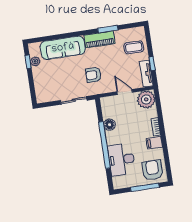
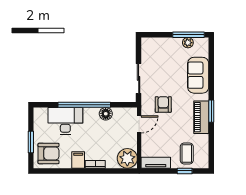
window: (108, 29) -> (211, 111), moved
sofa: (63, 48) -> (198, 75), width x0.73
window: (28, 62) -> (189, 35), width x2.17
window: (152, 64) -> (185, 171), moved
door: (125, 92) -> (139, 124), moved
window: (145, 187) -> (31, 142), width x0.69

